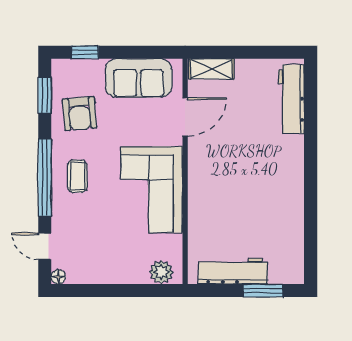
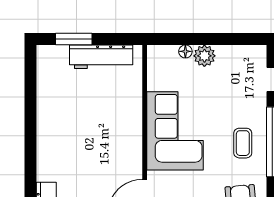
plant: (161, 272) -> (204, 56), moved
floor lamp: (58, 277) -> (185, 51), moved

